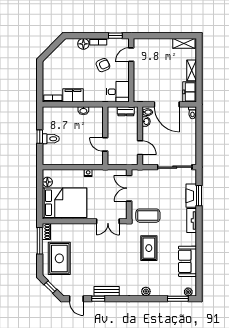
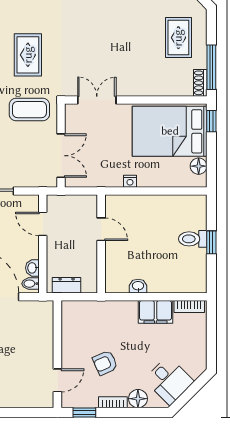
desk: (118, 92) -> (169, 380), moved, turned -135
window: (40, 209) -> (211, 121), added
rug: (59, 258) -> (178, 38), width x0.73, depth x0.70

